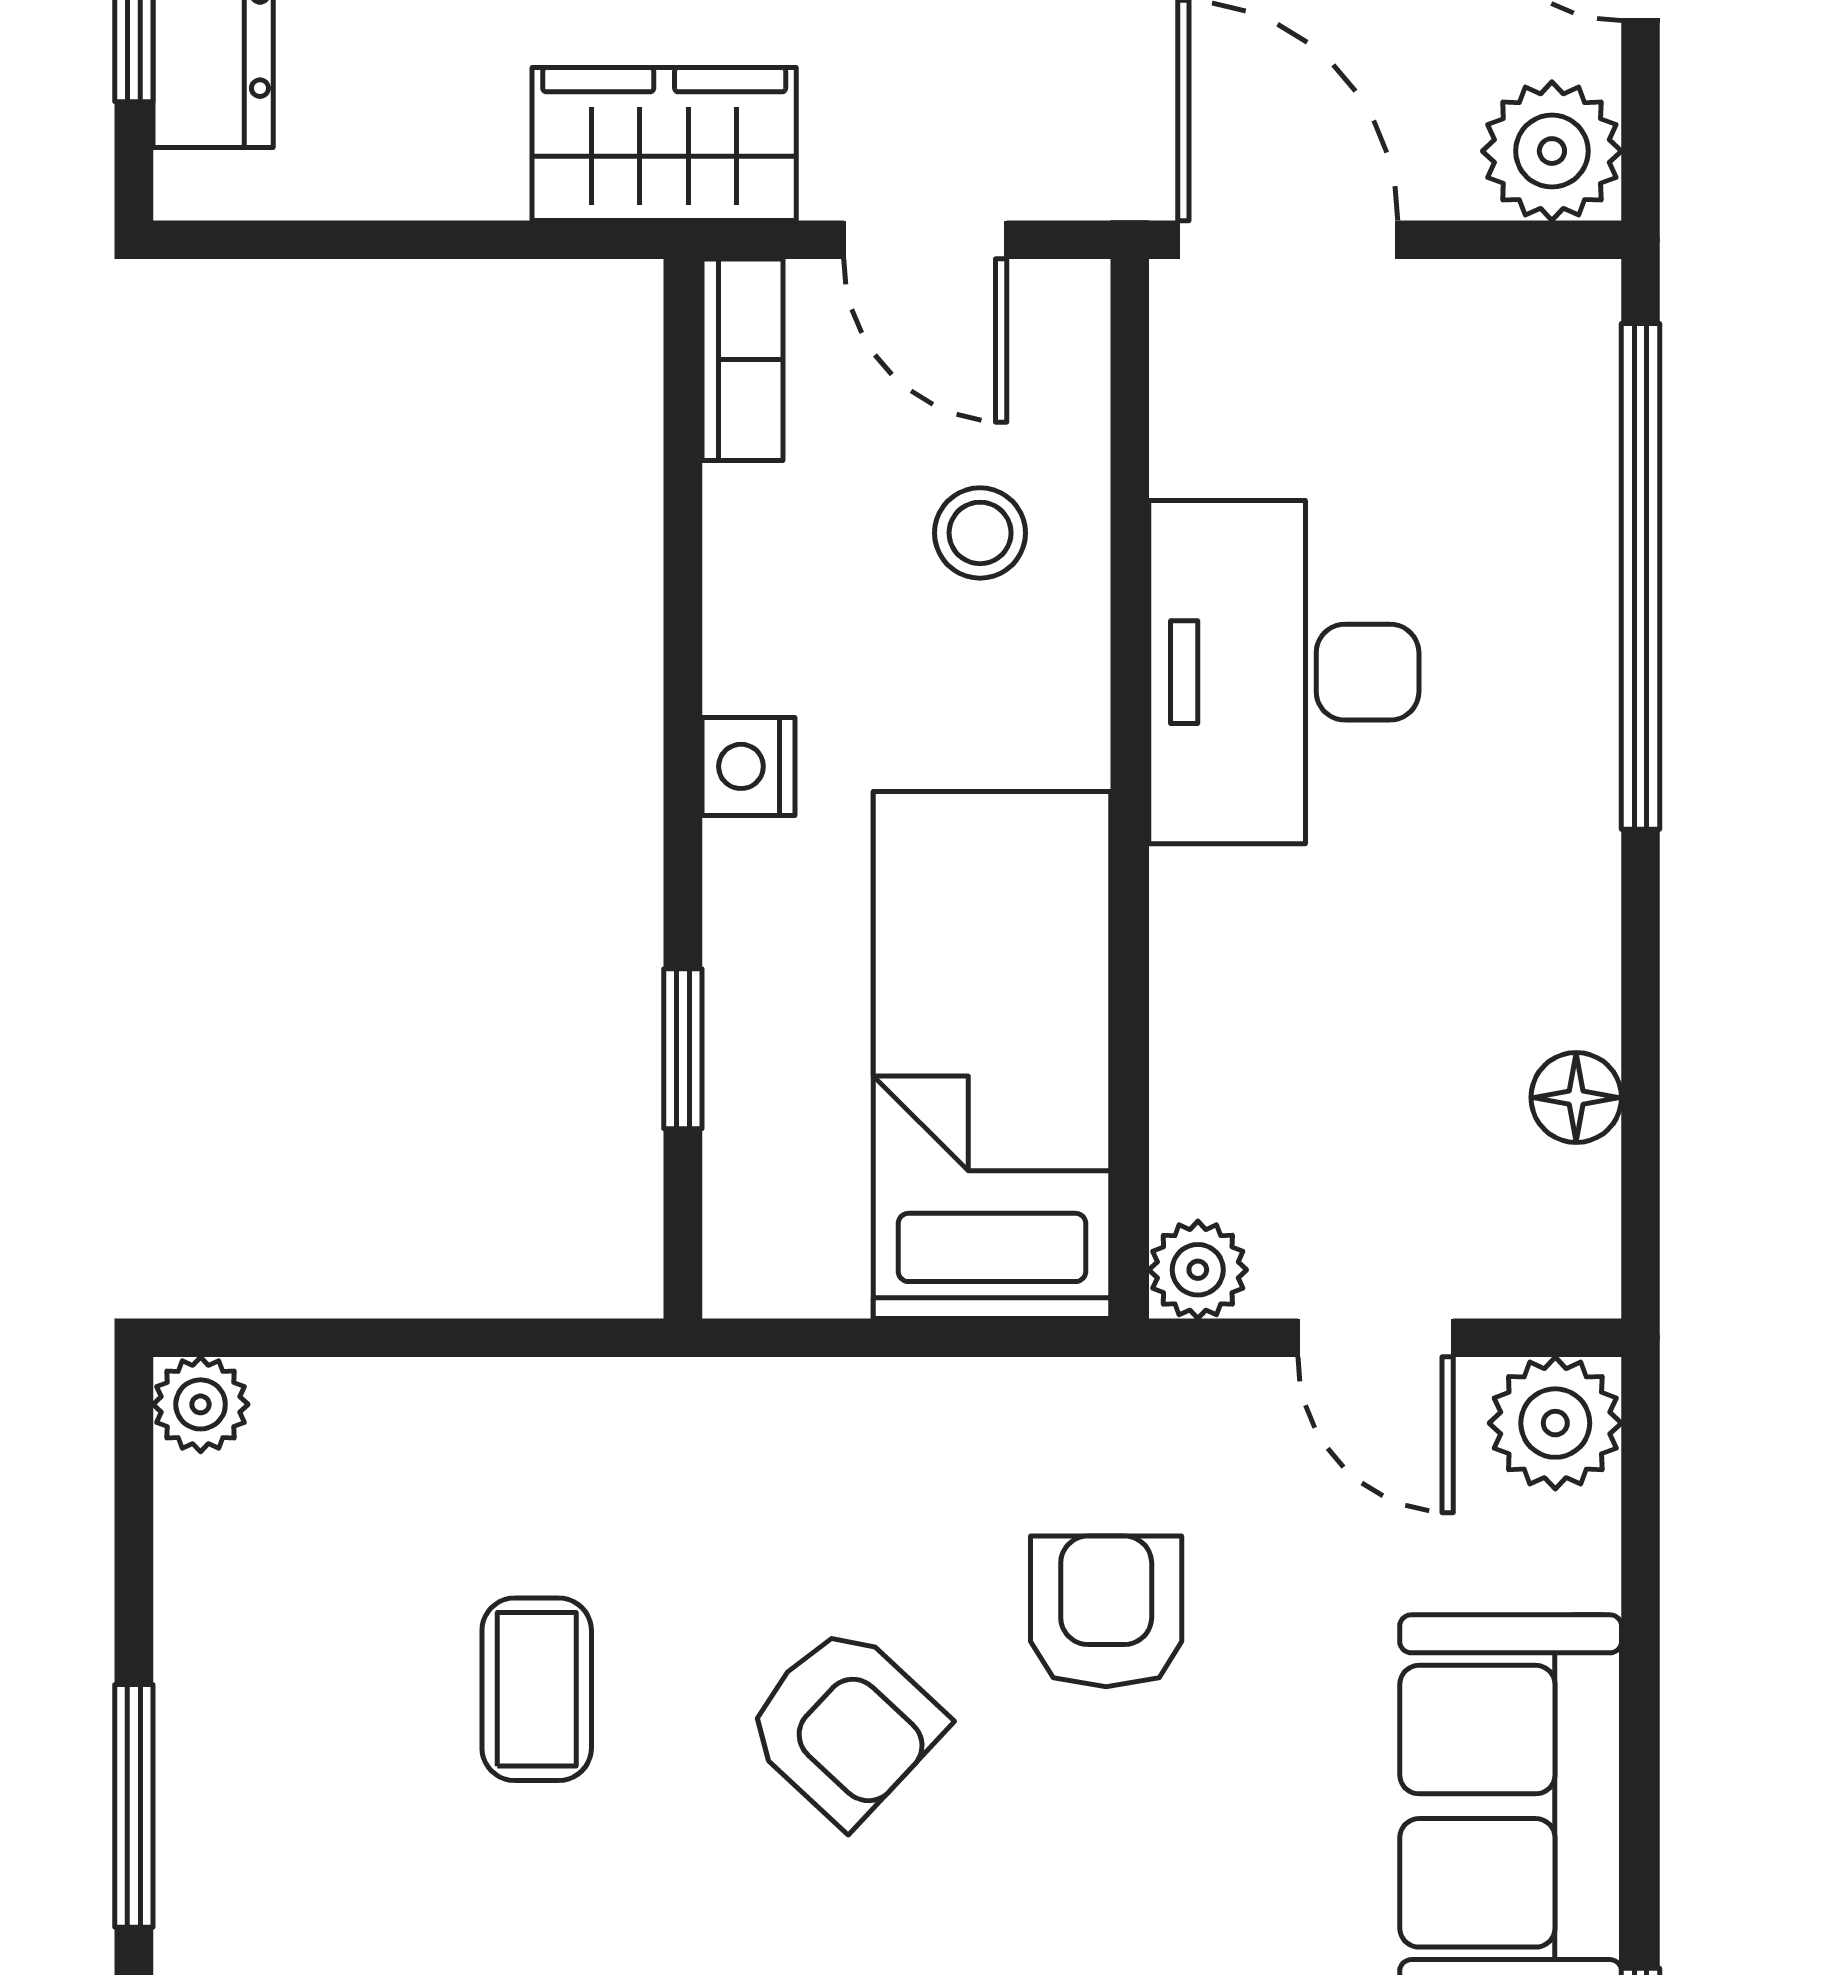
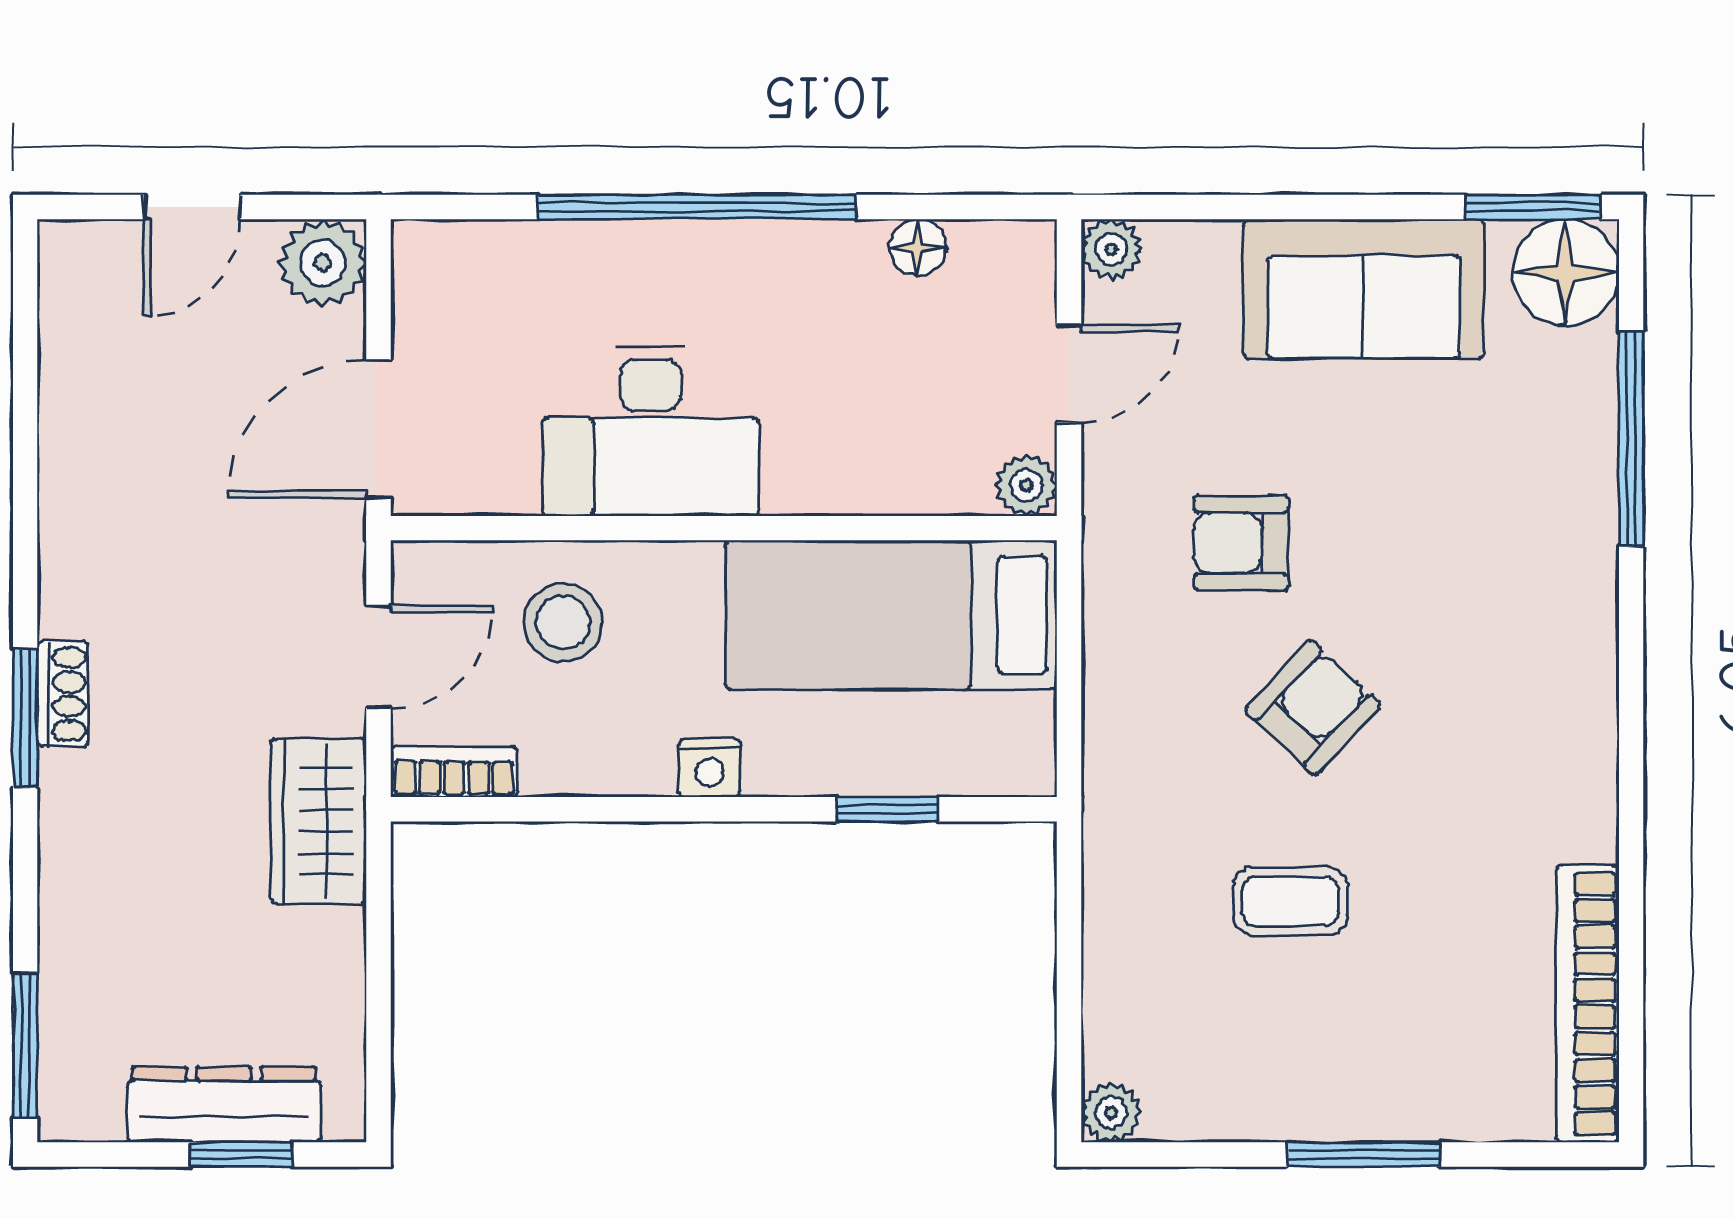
stool: (980, 533) -> (563, 622), width x1.37, depth x1.37
window: (1641, 576) -> (697, 207), moved
plant: (1555, 1423) -> (1111, 249), width x0.73, depth x0.73

